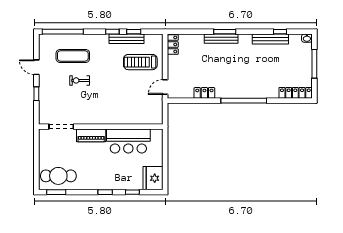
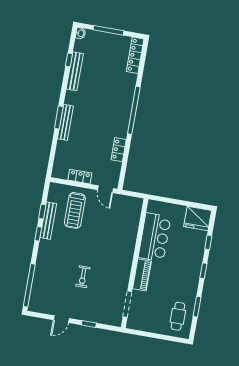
locker: (173, 45) -> (80, 177), moved
exercise mat: (73, 56) -> (56, 279), removed
cafe table: (58, 176) -> (178, 316), width x0.73, depth x0.74
window: (56, 192) -> (197, 307), moved

